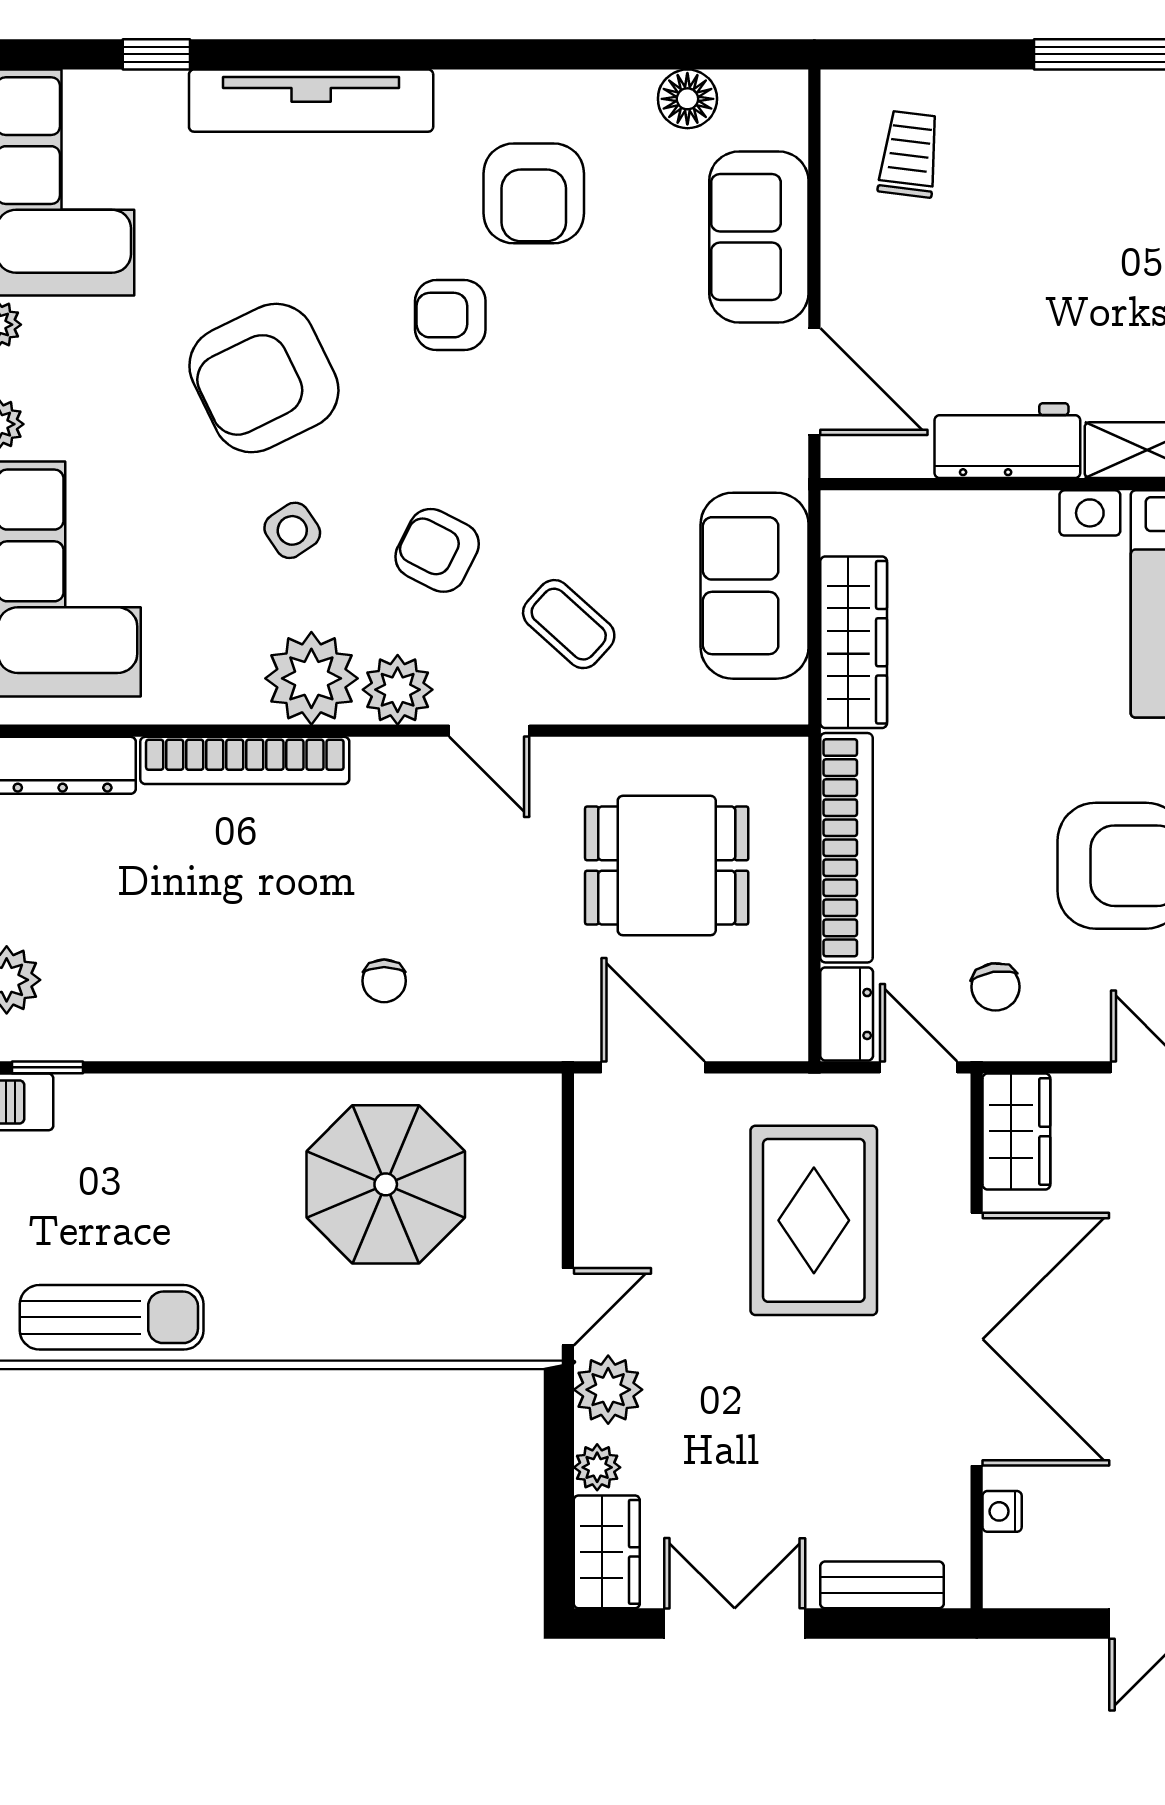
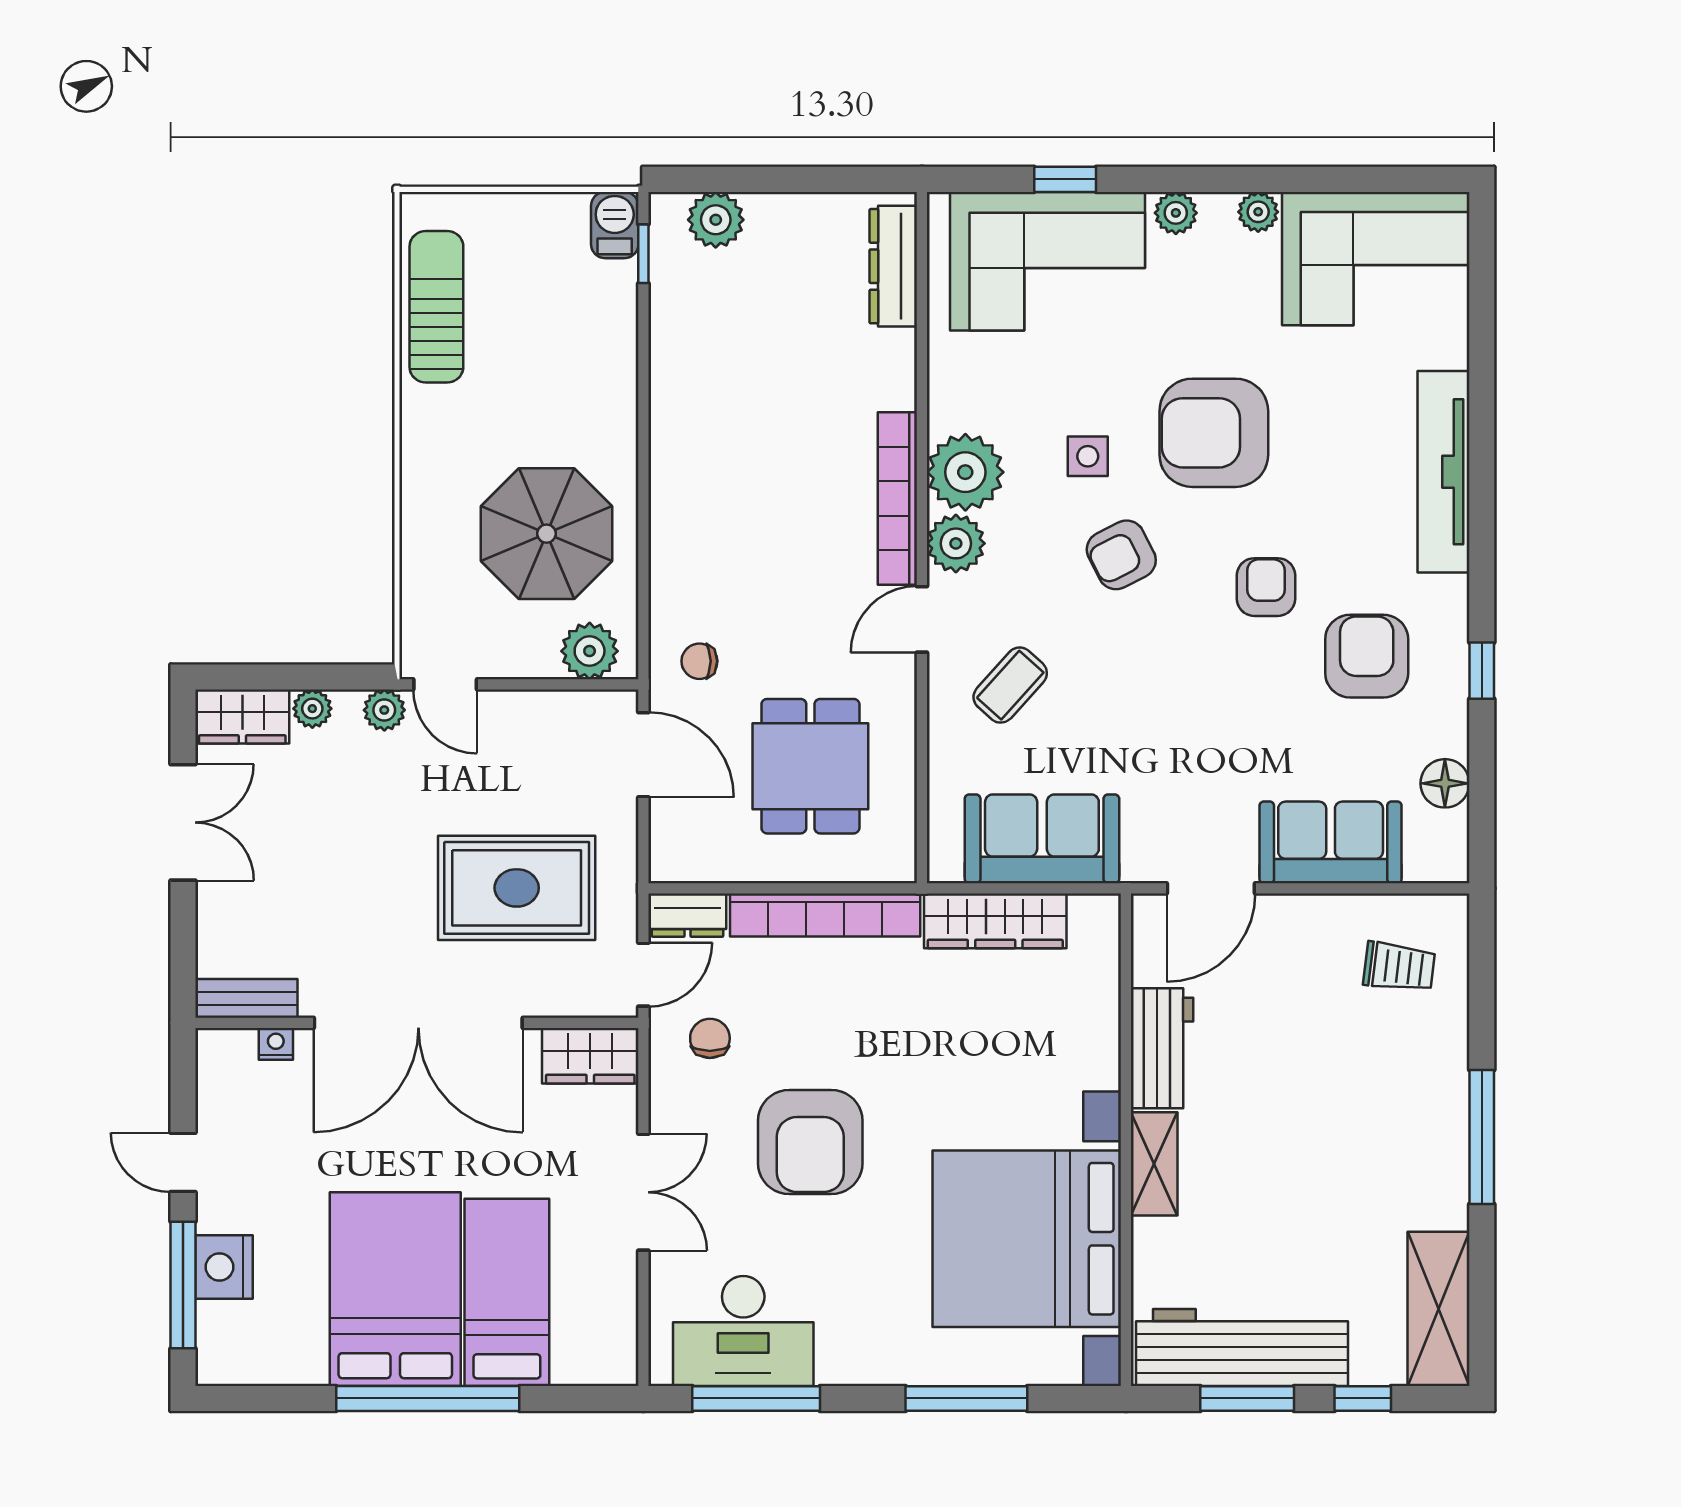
window: (156, 54) -> (1482, 671), moved
armchair: (534, 193) -> (1367, 656), turned 90
armchair: (264, 378) -> (1214, 433), turned -64
side table: (292, 530) -> (1088, 456), turned 34
armchair: (437, 550) -> (1121, 555), moved, turned -144
bookcase: (245, 760) -> (897, 498), moved
chair: (384, 981) -> (699, 661), moved
chair: (995, 987) -> (710, 1038), turned 99
door: (653, 1067) -> (643, 755), hinge flipped
plant: (528, 1132) -> (590, 651), added
sun lounger: (112, 1317) -> (436, 307), turned 180
plant: (608, 1390) -> (384, 710), width x0.73, depth x0.73
bench: (882, 1585) -> (246, 998), moved, turned 90

